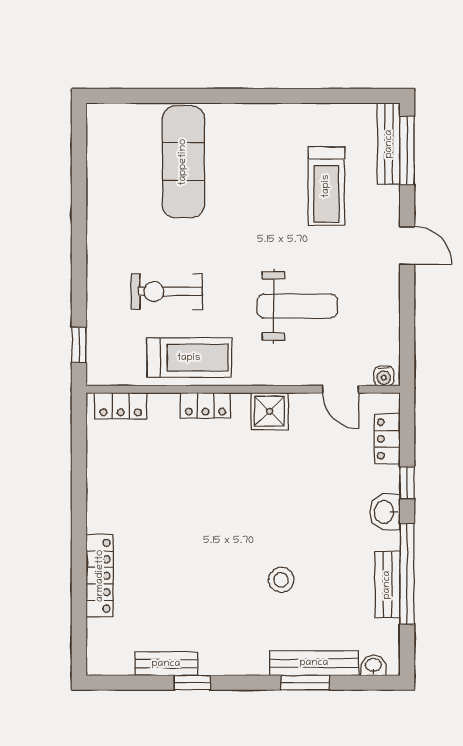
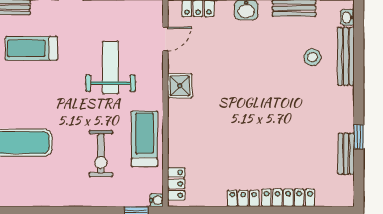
treadmill: (326, 186) -> (31, 48), turned 180
water cooler: (384, 376) -> (157, 200), moved
locker: (205, 405) -> (243, 198), moved, turned -90
stool: (281, 580) -> (312, 57), moved
window: (305, 683) -> (359, 62), removed

